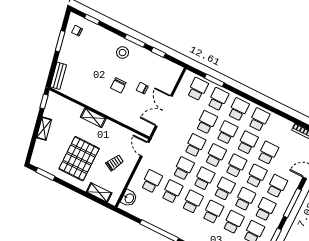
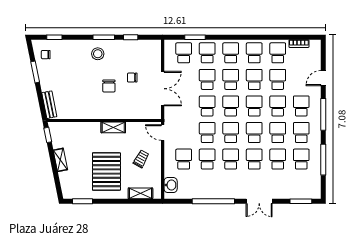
double door: (164, 111) -> (163, 89), swing flipped
shelving: (93, 118) -> (113, 127), moved
school desk: (279, 130) -> (278, 53), added

